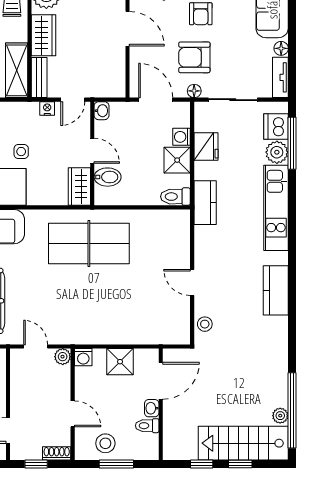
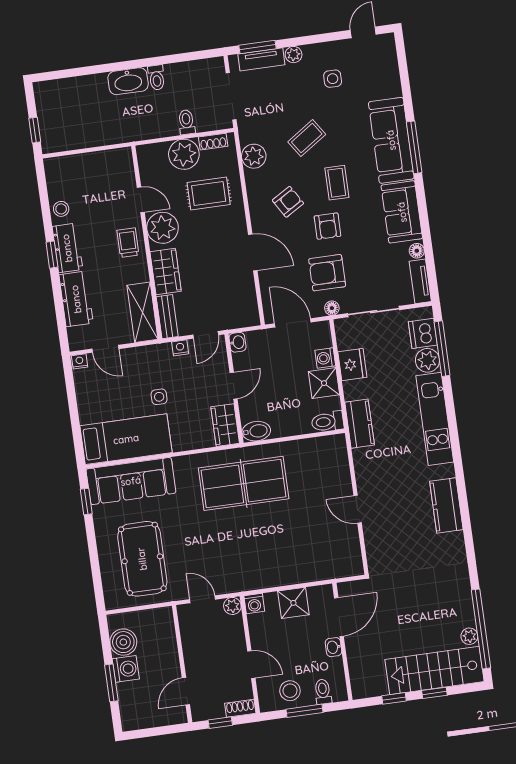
door: (92, 151) -> (234, 386), hinge flipped
bidet: (108, 177) -> (256, 431), moved
stool: (205, 324) -> (377, 551), removed
toilet: (147, 426) -> (323, 692), moved, turned 90

